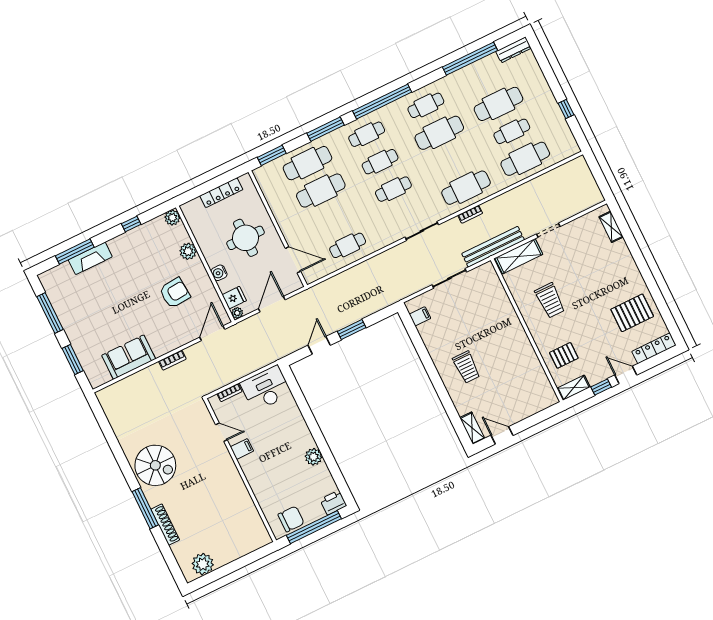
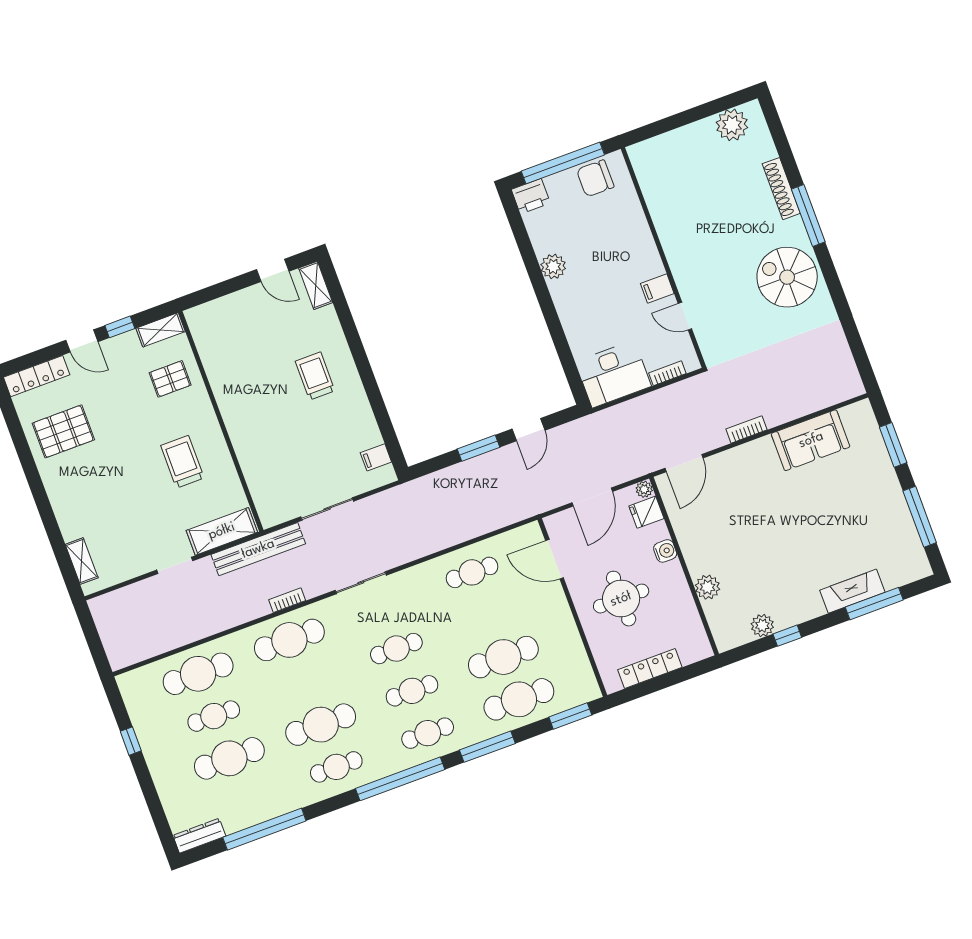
plant: (172, 218) -> (762, 625), moved
armchair: (175, 293) -> (733, 528), removed

